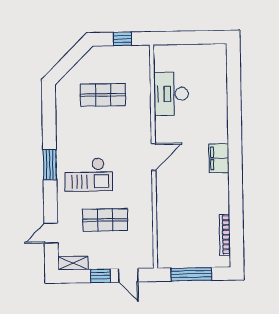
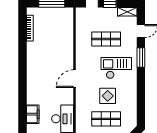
display table: (101, 131) -> (108, 96), added
filing cabinet: (219, 158) -> (33, 114), moved
window: (50, 165) -> (141, 57), moved

